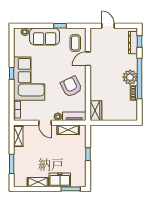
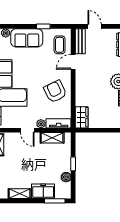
bench: (95, 40) -> (80, 41), added
boiler: (81, 167) -> (66, 177), added

